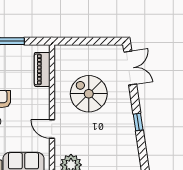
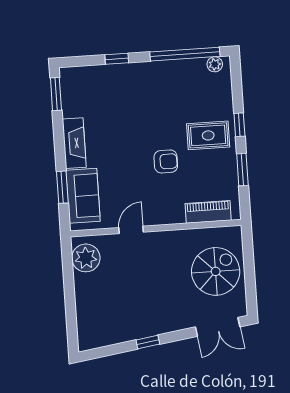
spiral stairs: (89, 94) -> (216, 271), moved

